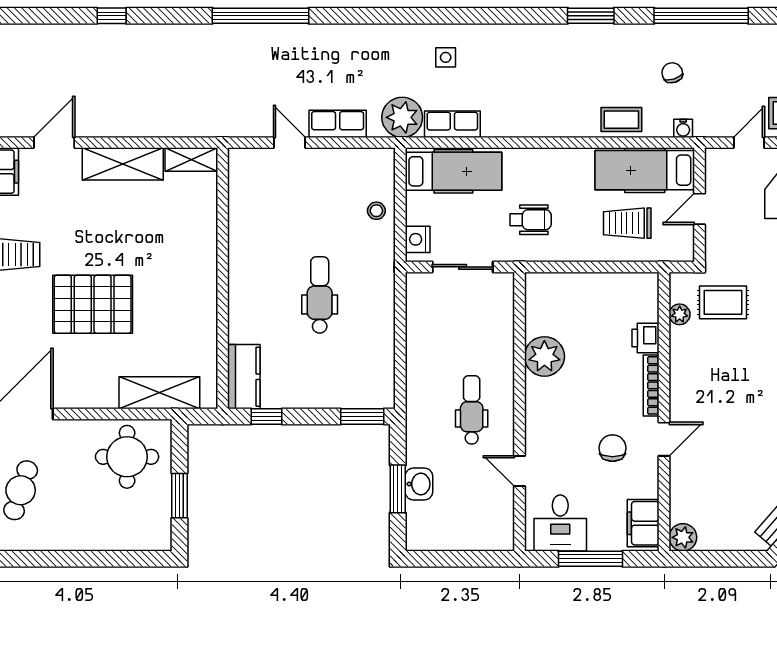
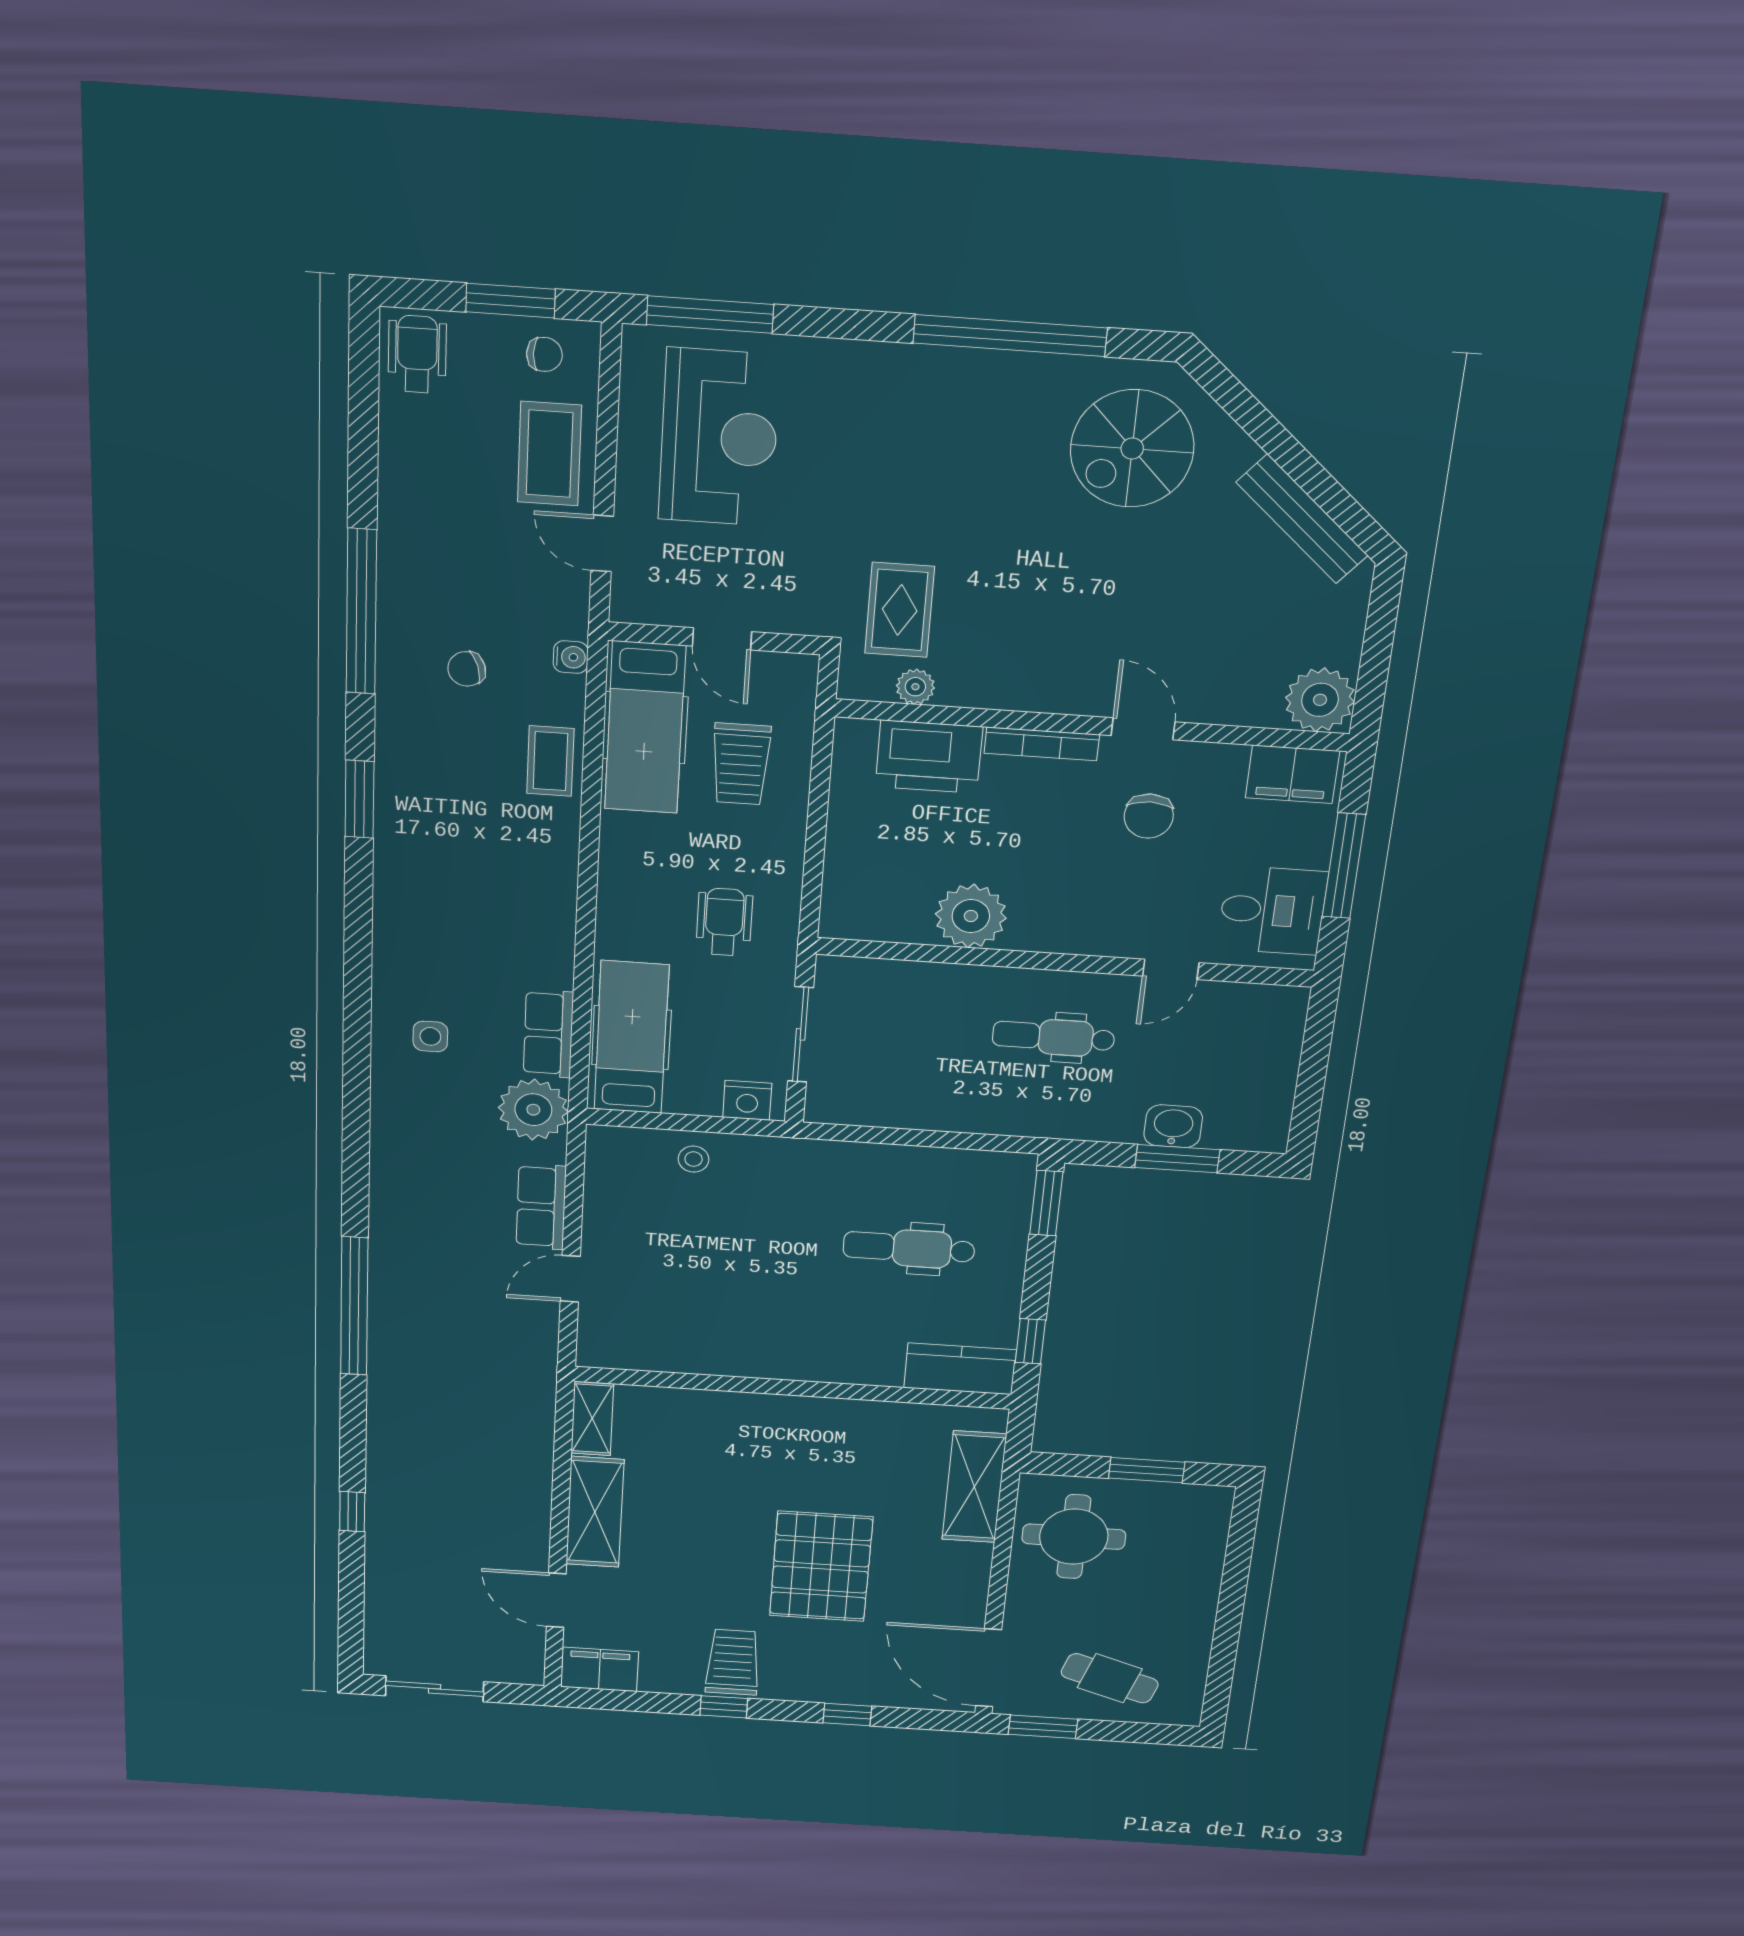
dental chair: (320, 295) -> (909, 1248), moved
printer: (646, 338) -> (929, 757), width x1.87, depth x1.48
chair: (613, 448) -> (1149, 816), turned -90
plant: (683, 537) -> (1320, 700), width x1.36, depth x1.36

